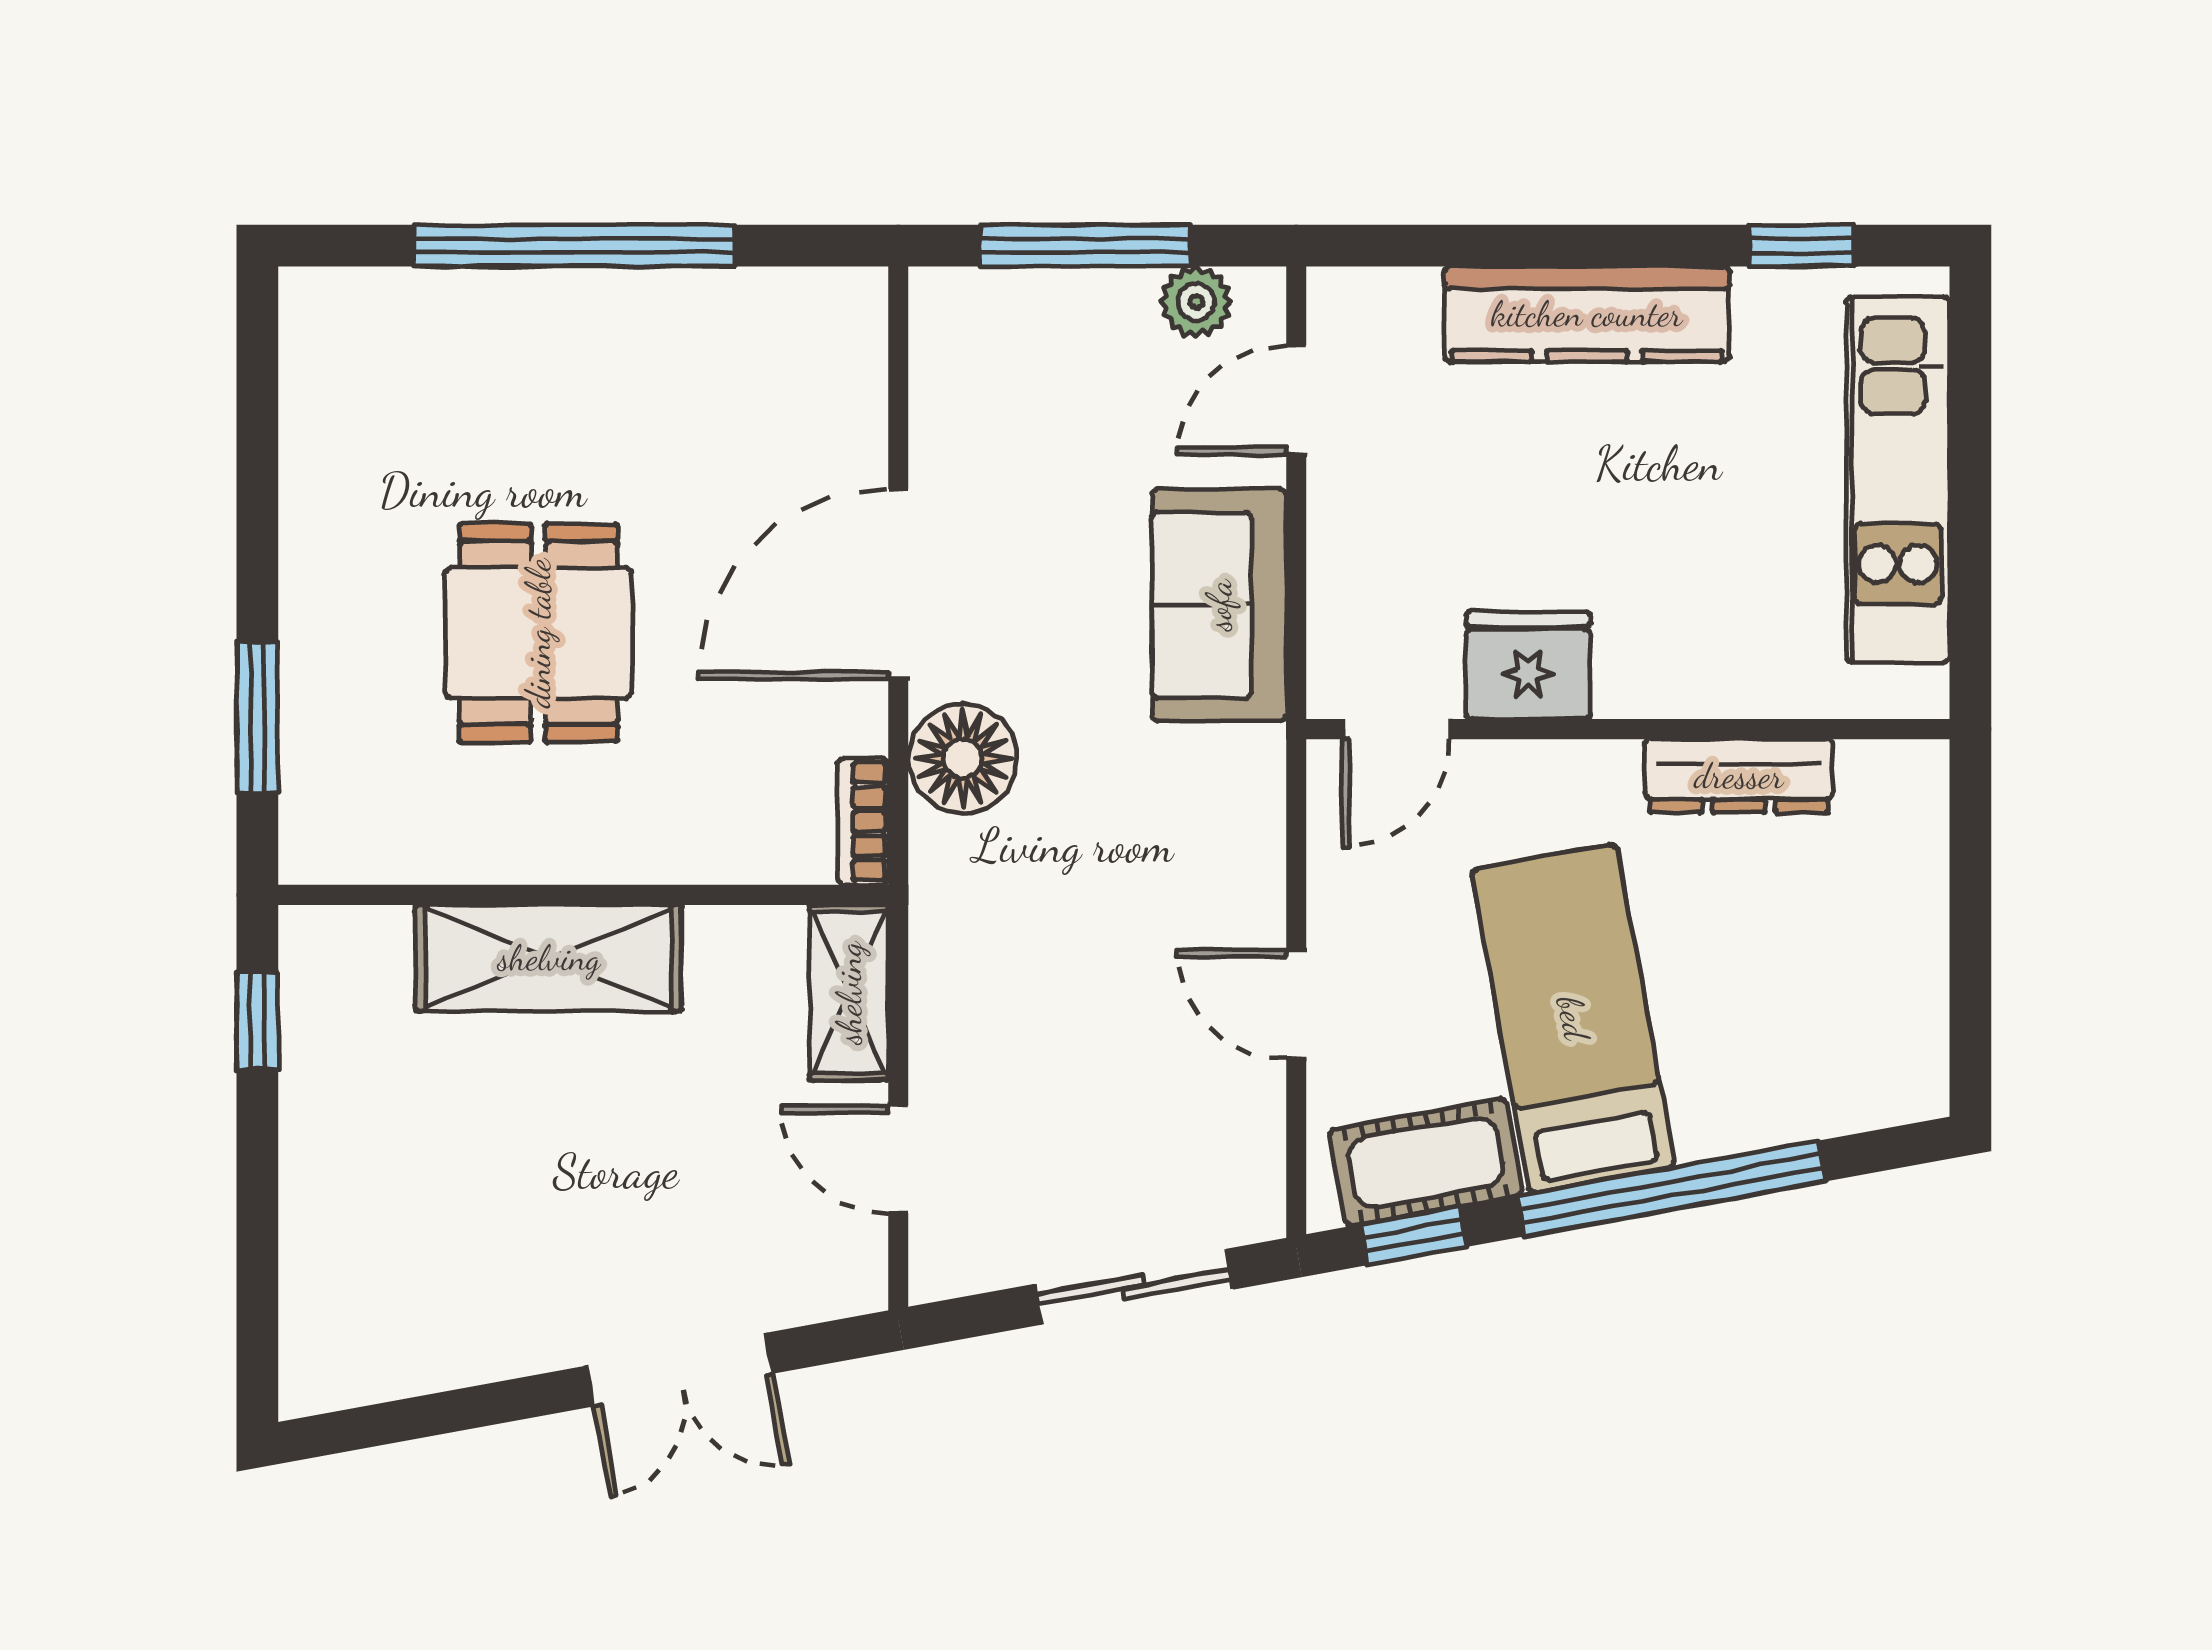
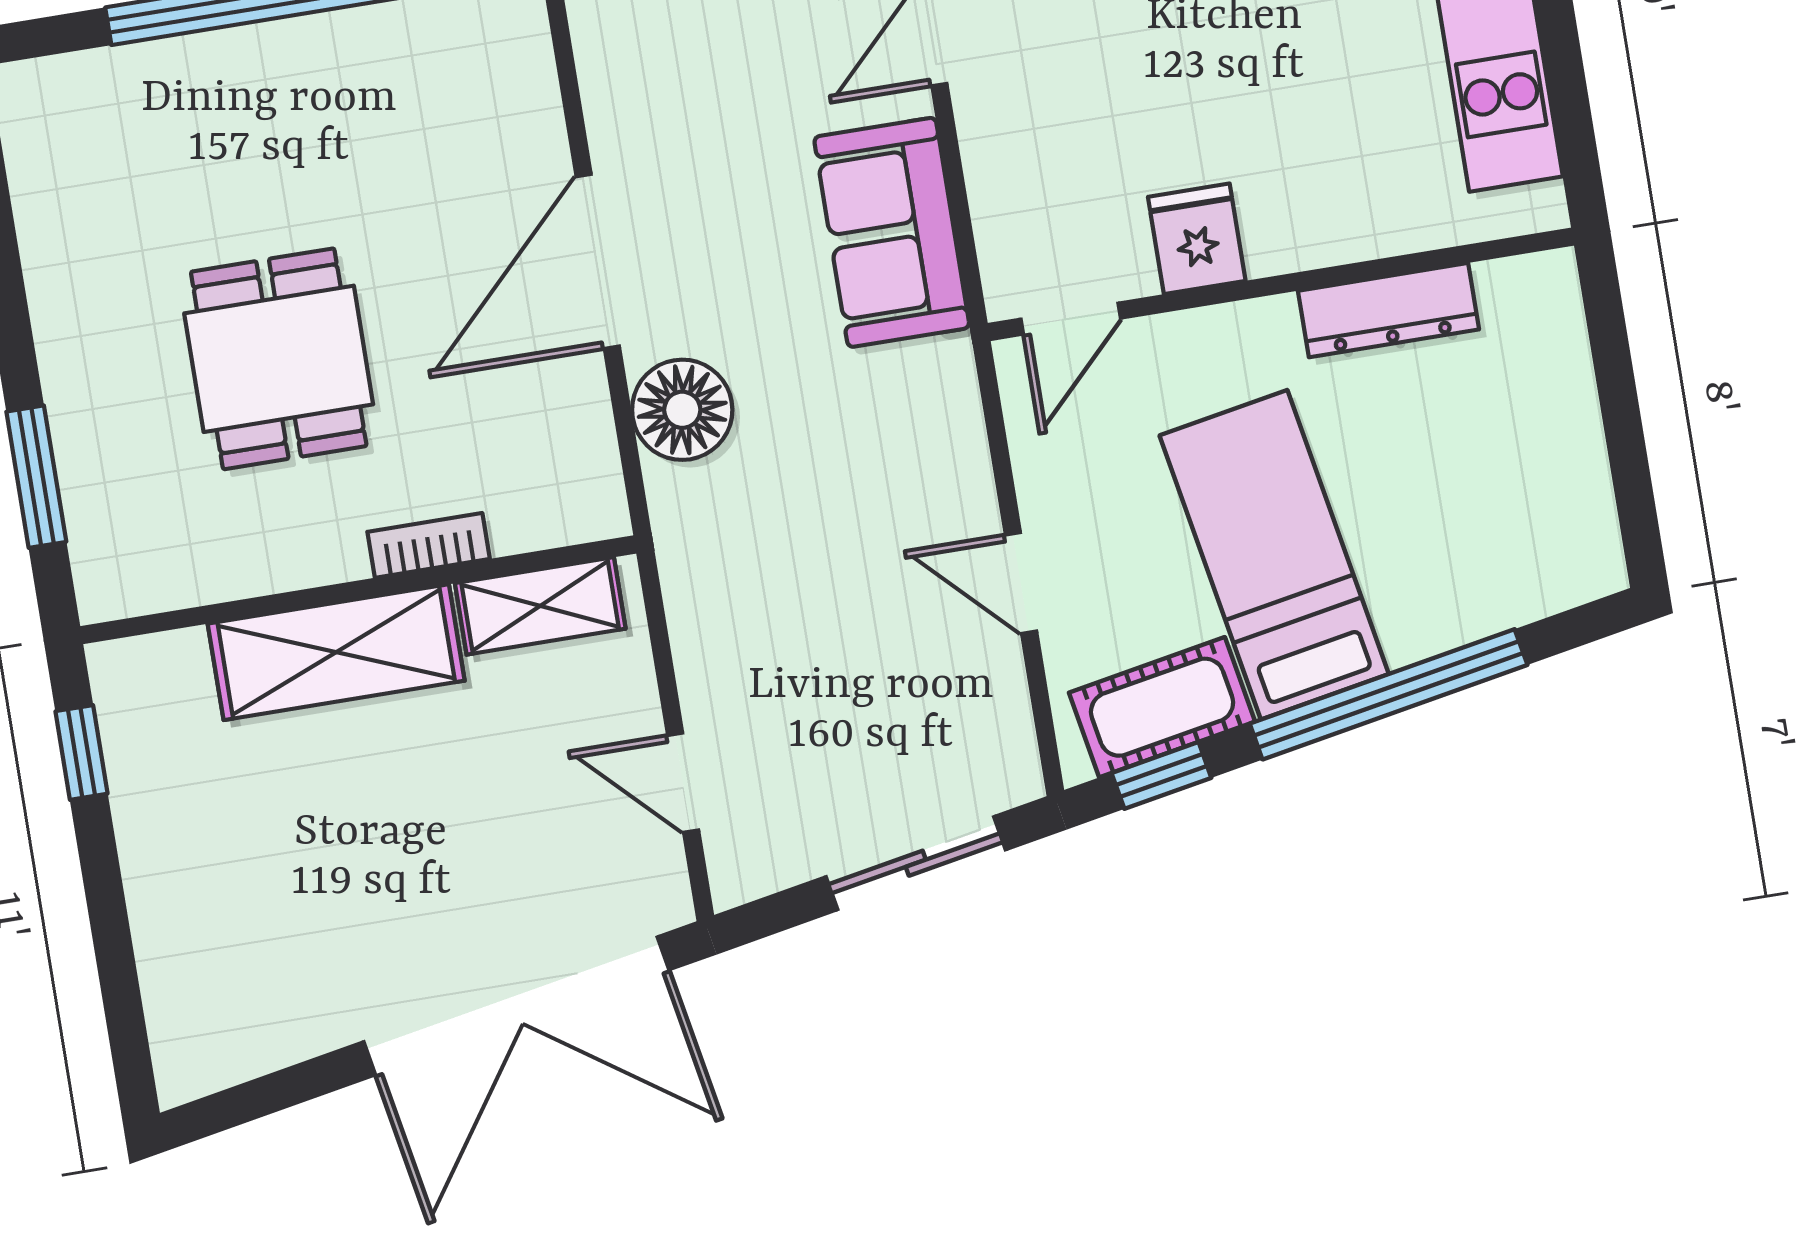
fridge: (1528, 665) -> (1197, 239), width x0.72
bookcase: (863, 822) -> (429, 545), moved, turned 90
shelving: (849, 993) -> (540, 606), moved, turned 90
double door: (680, 1370) -> (516, 1006), width x1.87

